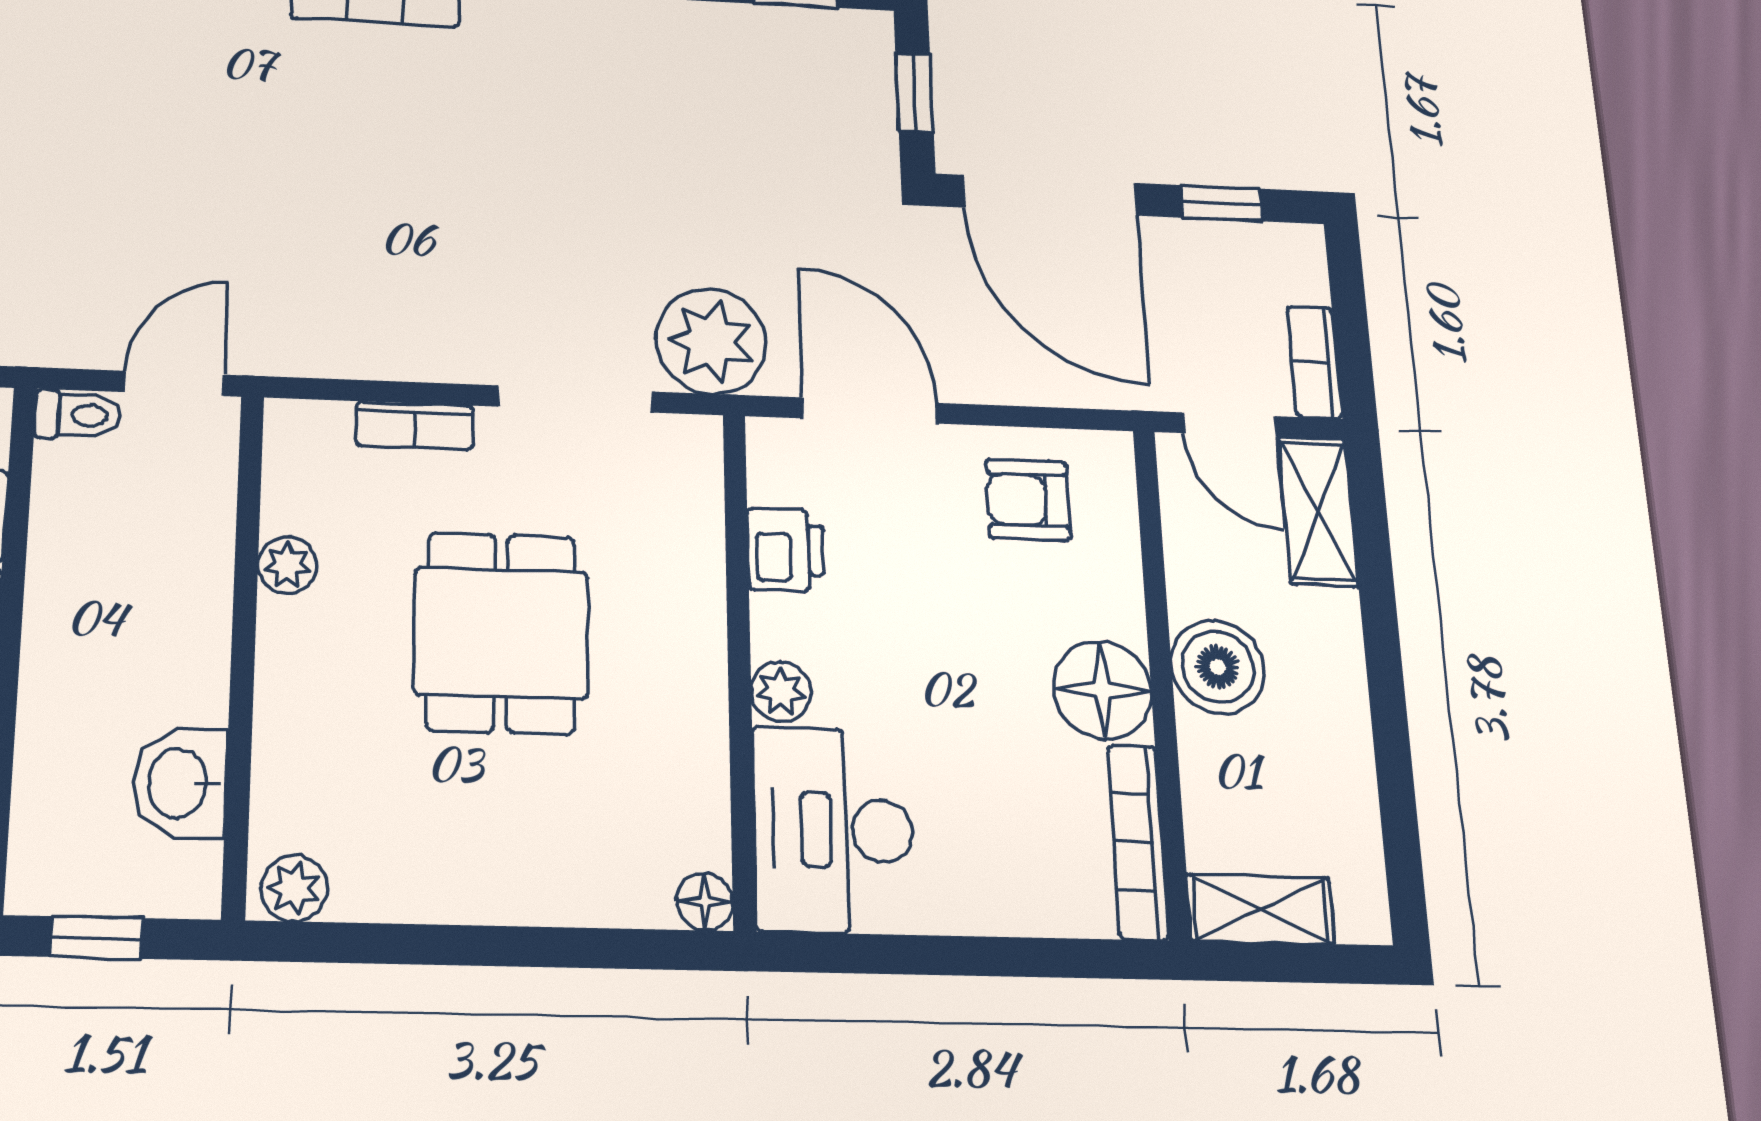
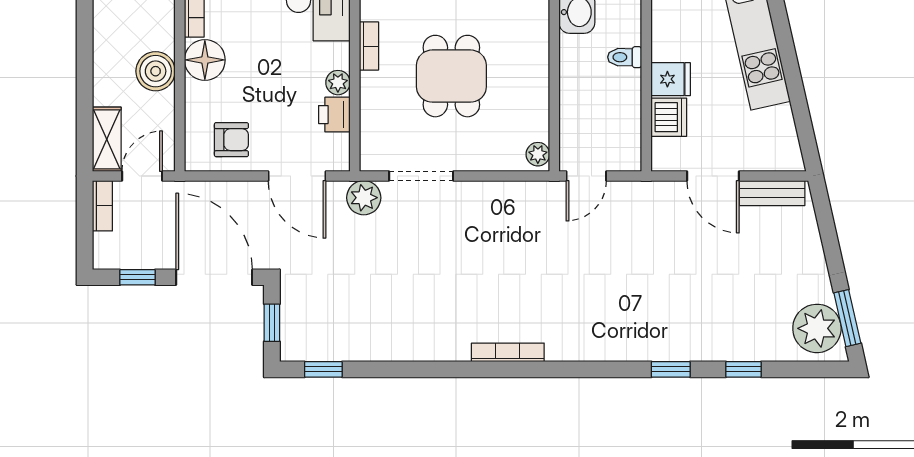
plant: (711, 341) -> (364, 198), width x0.73, depth x0.73
toilet: (78, 415) -> (625, 57), moved
door: (1230, 425) -> (142, 176), hinge flipped
bookcase: (415, 426) -> (369, 46), moved, turned 90
plant: (287, 565) -> (538, 154), moved
plant: (781, 691) -> (338, 83), moved

